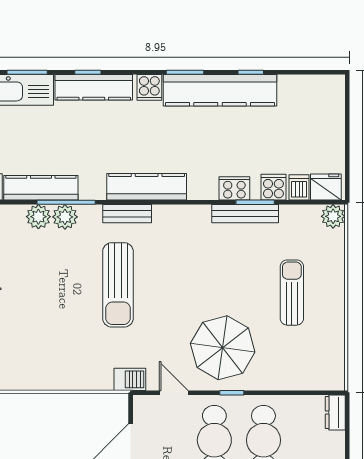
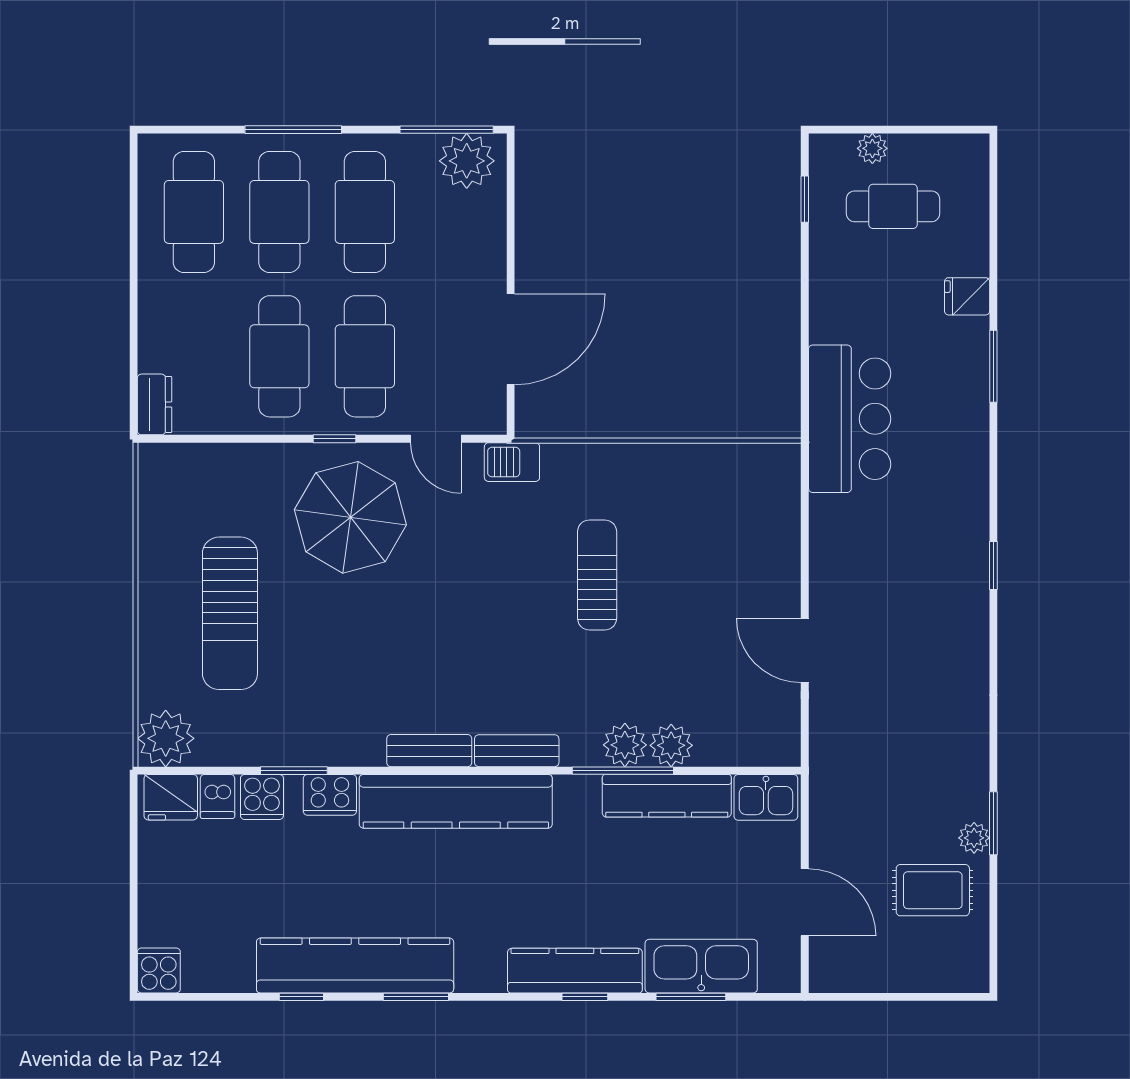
cooker: (149, 87) -> (159, 970), moved
kitchen counter: (147, 187) -> (456, 801), width x1.39, depth x1.17
bench: (245, 214) -> (429, 751), moved, width x0.73
plant: (333, 216) -> (166, 738), width x1.36, depth x1.36
sun lounger: (118, 285) -> (597, 575), moved, width x0.73, depth x0.75
sun lounger: (292, 293) -> (230, 613), width x1.36, depth x1.34

